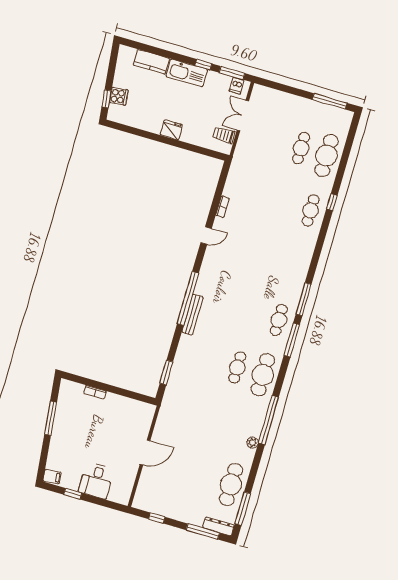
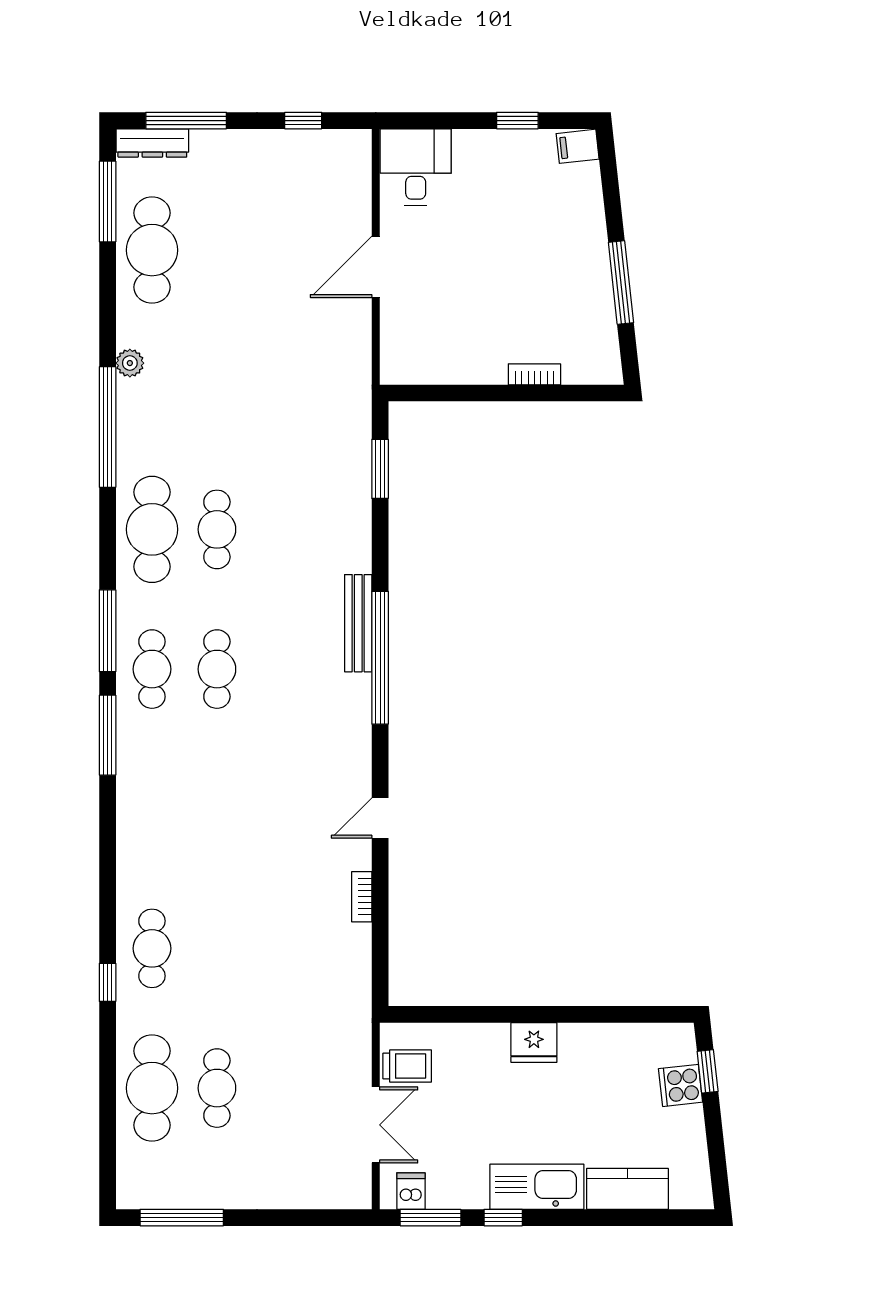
cafe table: (253, 313) -> (217, 669), added
desk: (96, 481) -> (416, 167), moved

